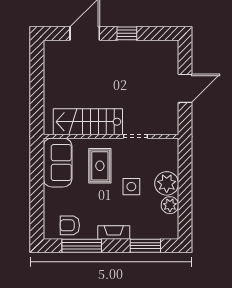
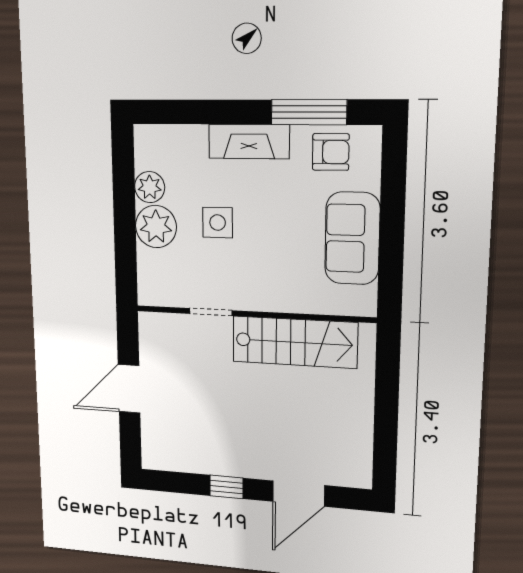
sofa: (58, 163) -> (352, 238), moved
rug: (100, 166) -> (274, 262), removed
fireplace: (114, 233) -> (249, 142), width x1.37, depth x1.32
window: (145, 246) -> (191, 112), removed

